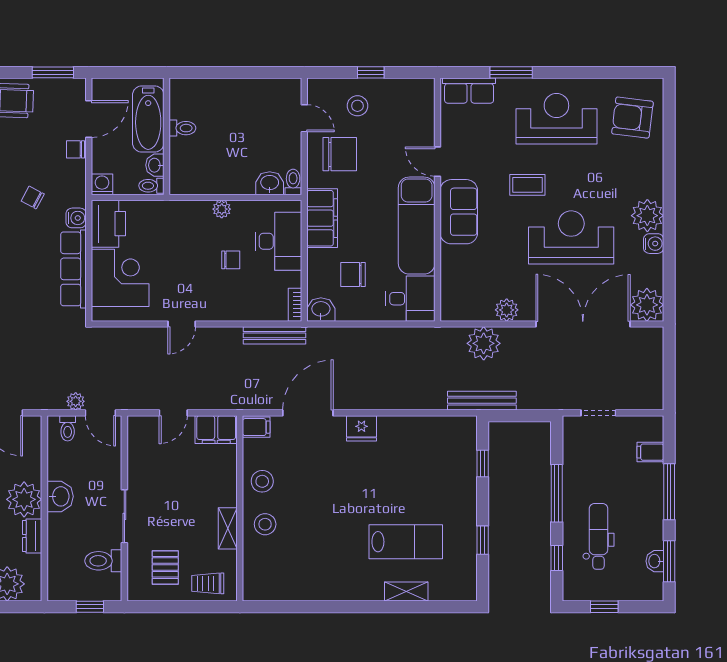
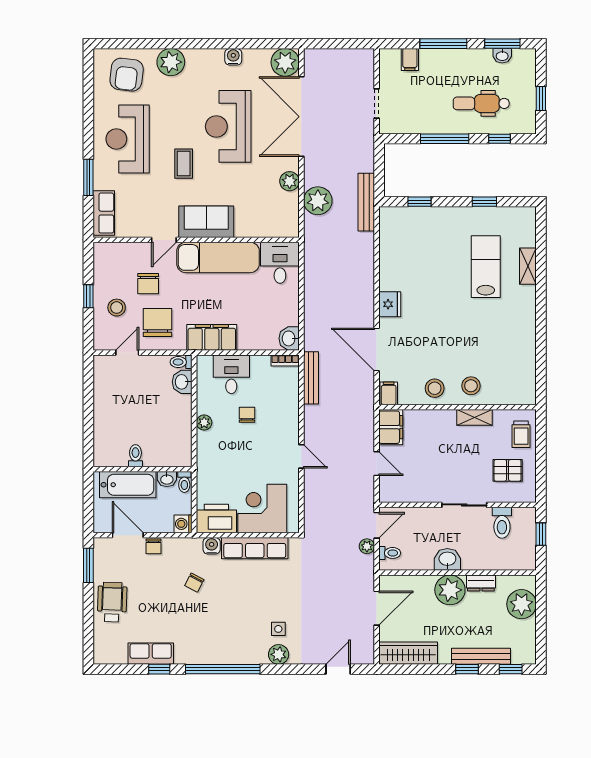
plant: (647, 216) -> (171, 62), moved
desk: (279, 241) -> (231, 374), width x0.73
chair: (353, 275) -> (148, 284), moved

